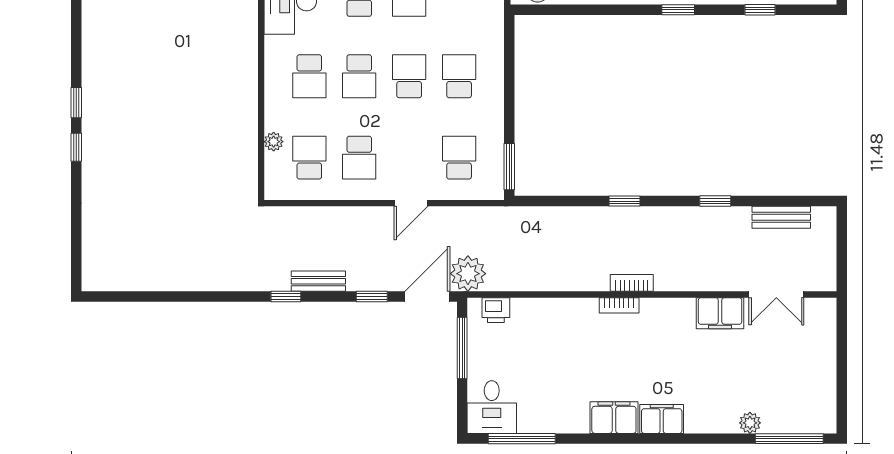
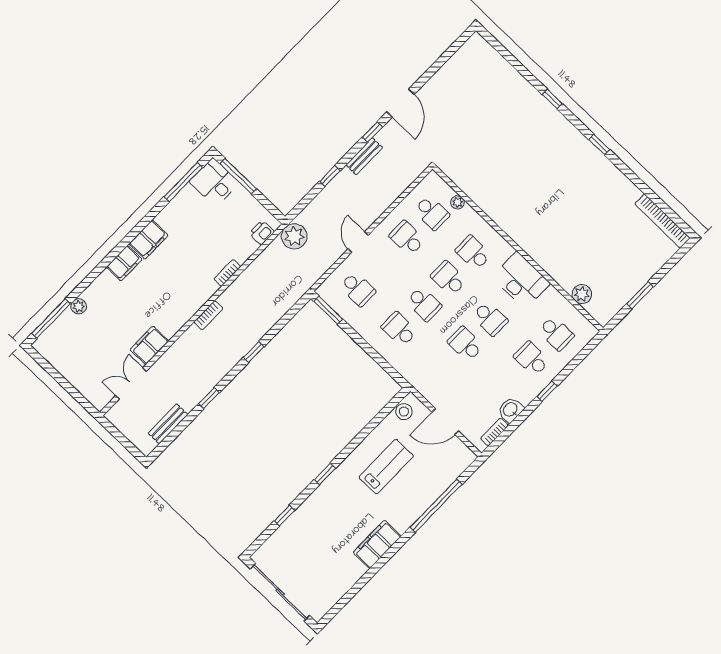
school desk: (459, 76) -> (399, 329), turned 180
window: (76, 103) -> (599, 145), moved
door: (427, 296) -> (400, 103), moved
bookcase: (619, 305) -> (227, 273), moved
window: (462, 348) -> (238, 176), moved

